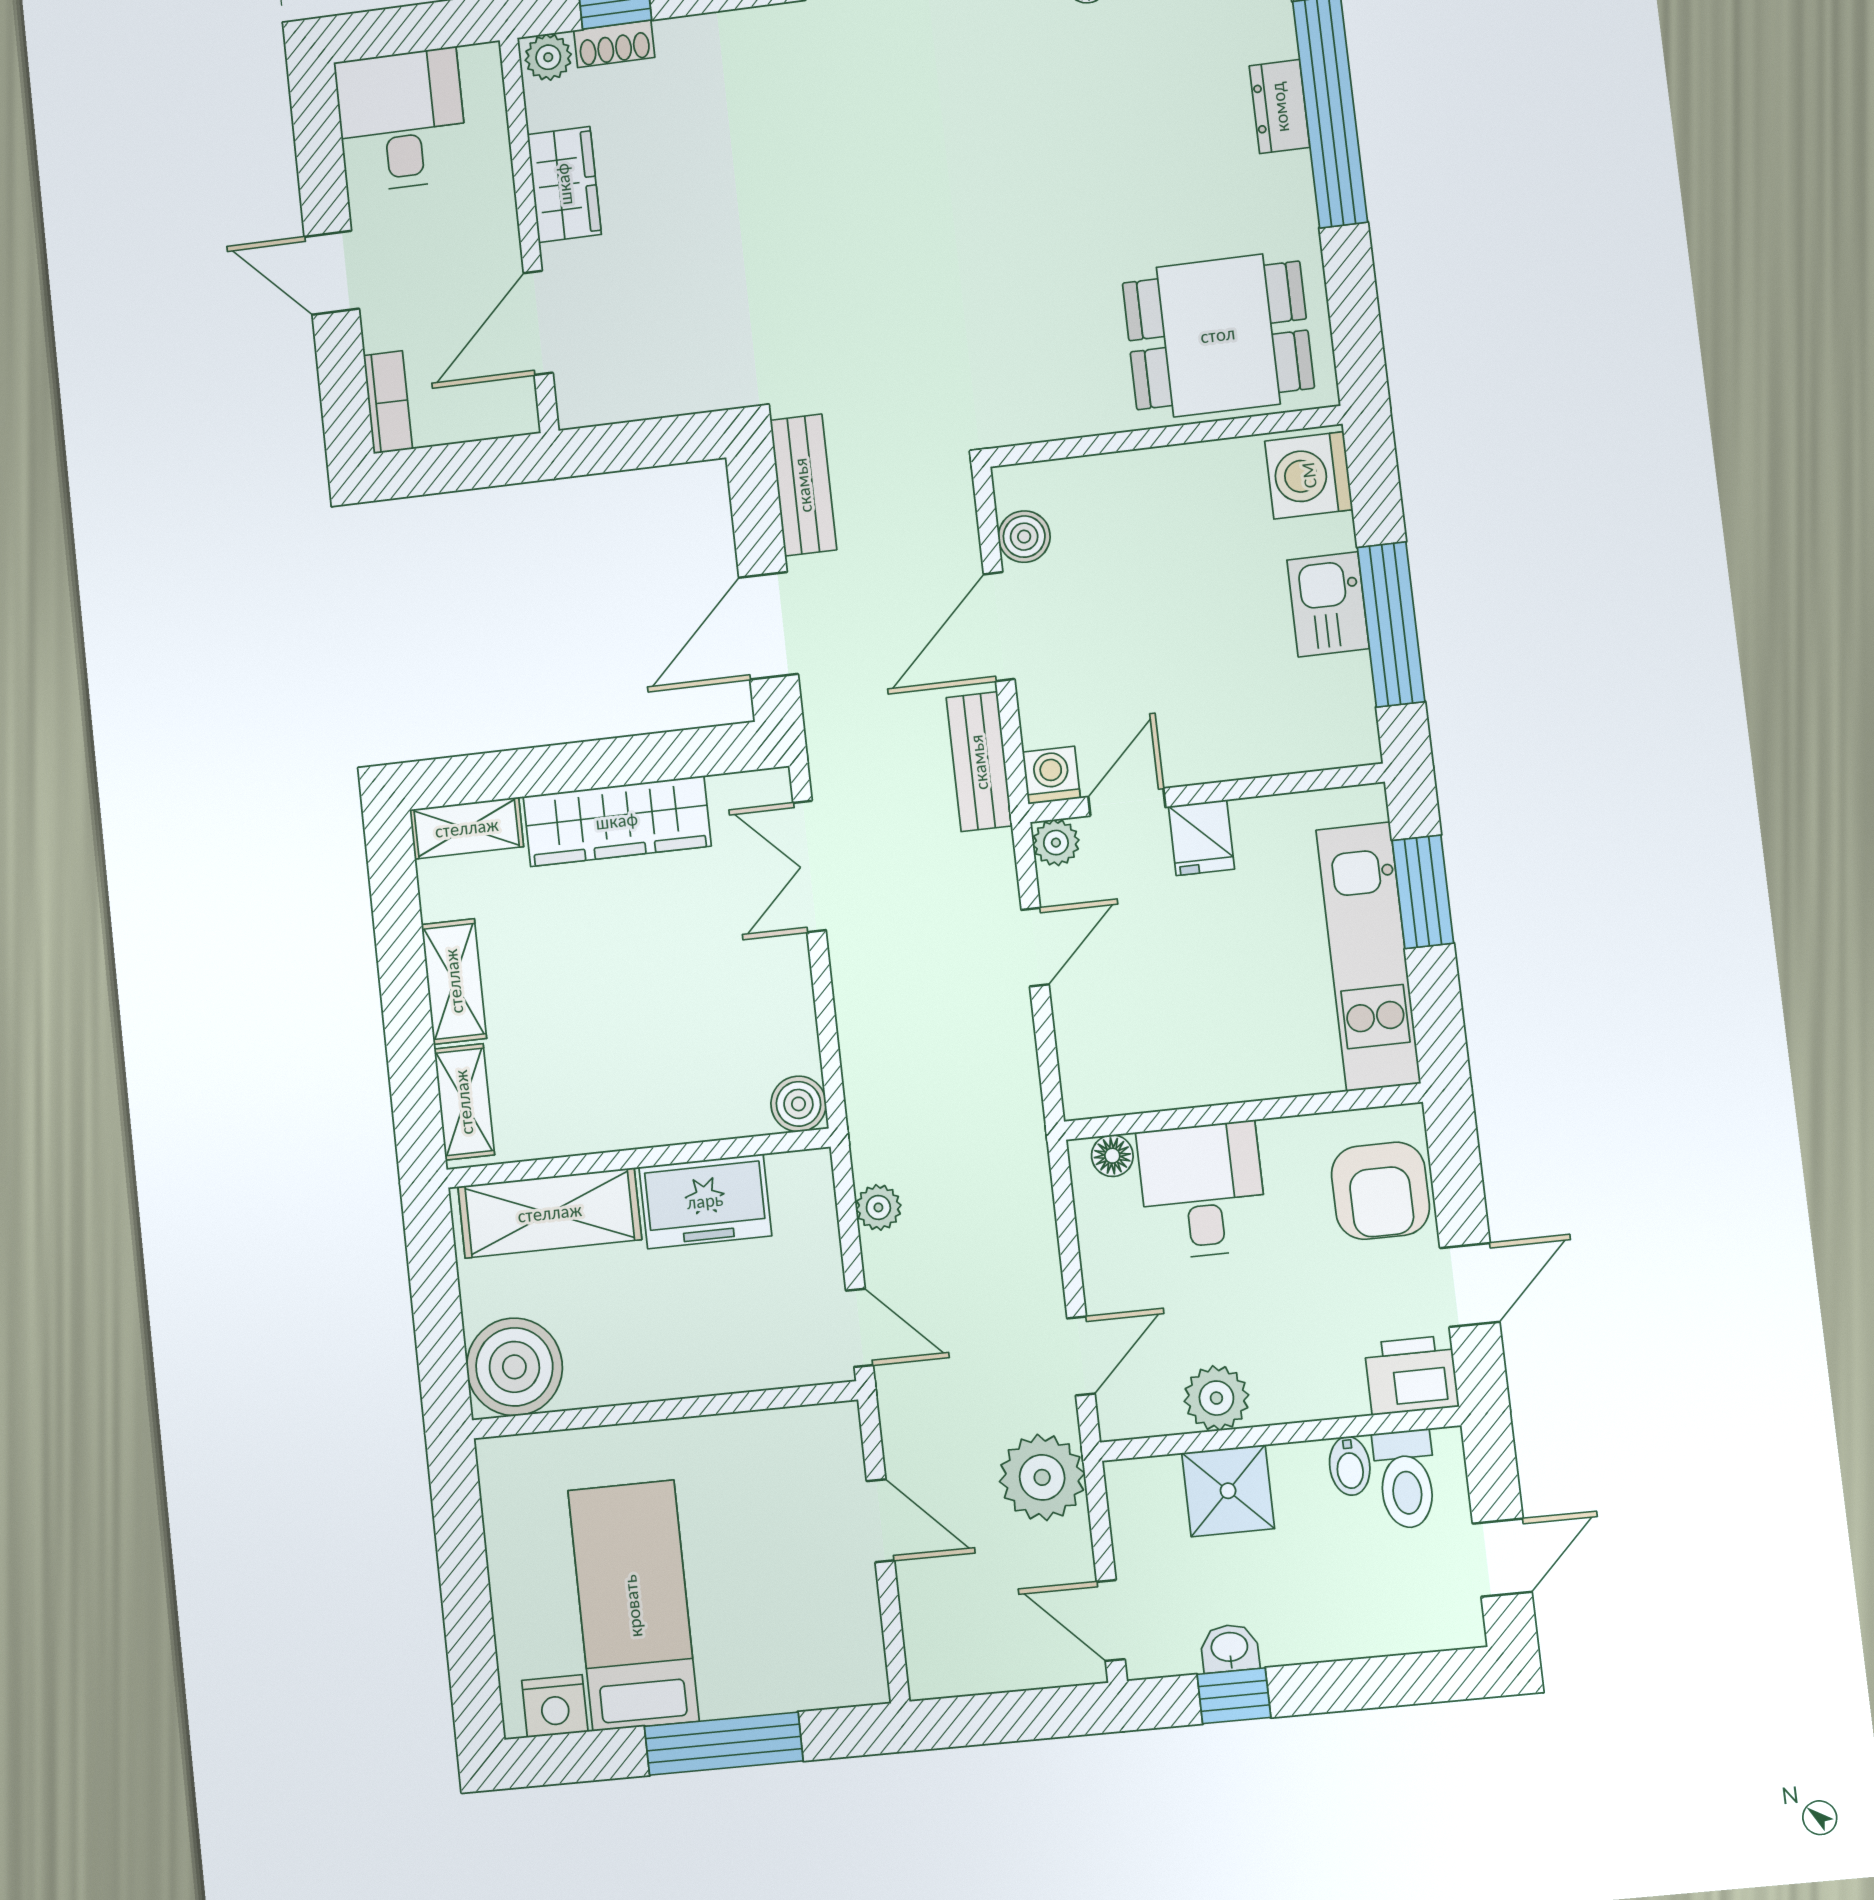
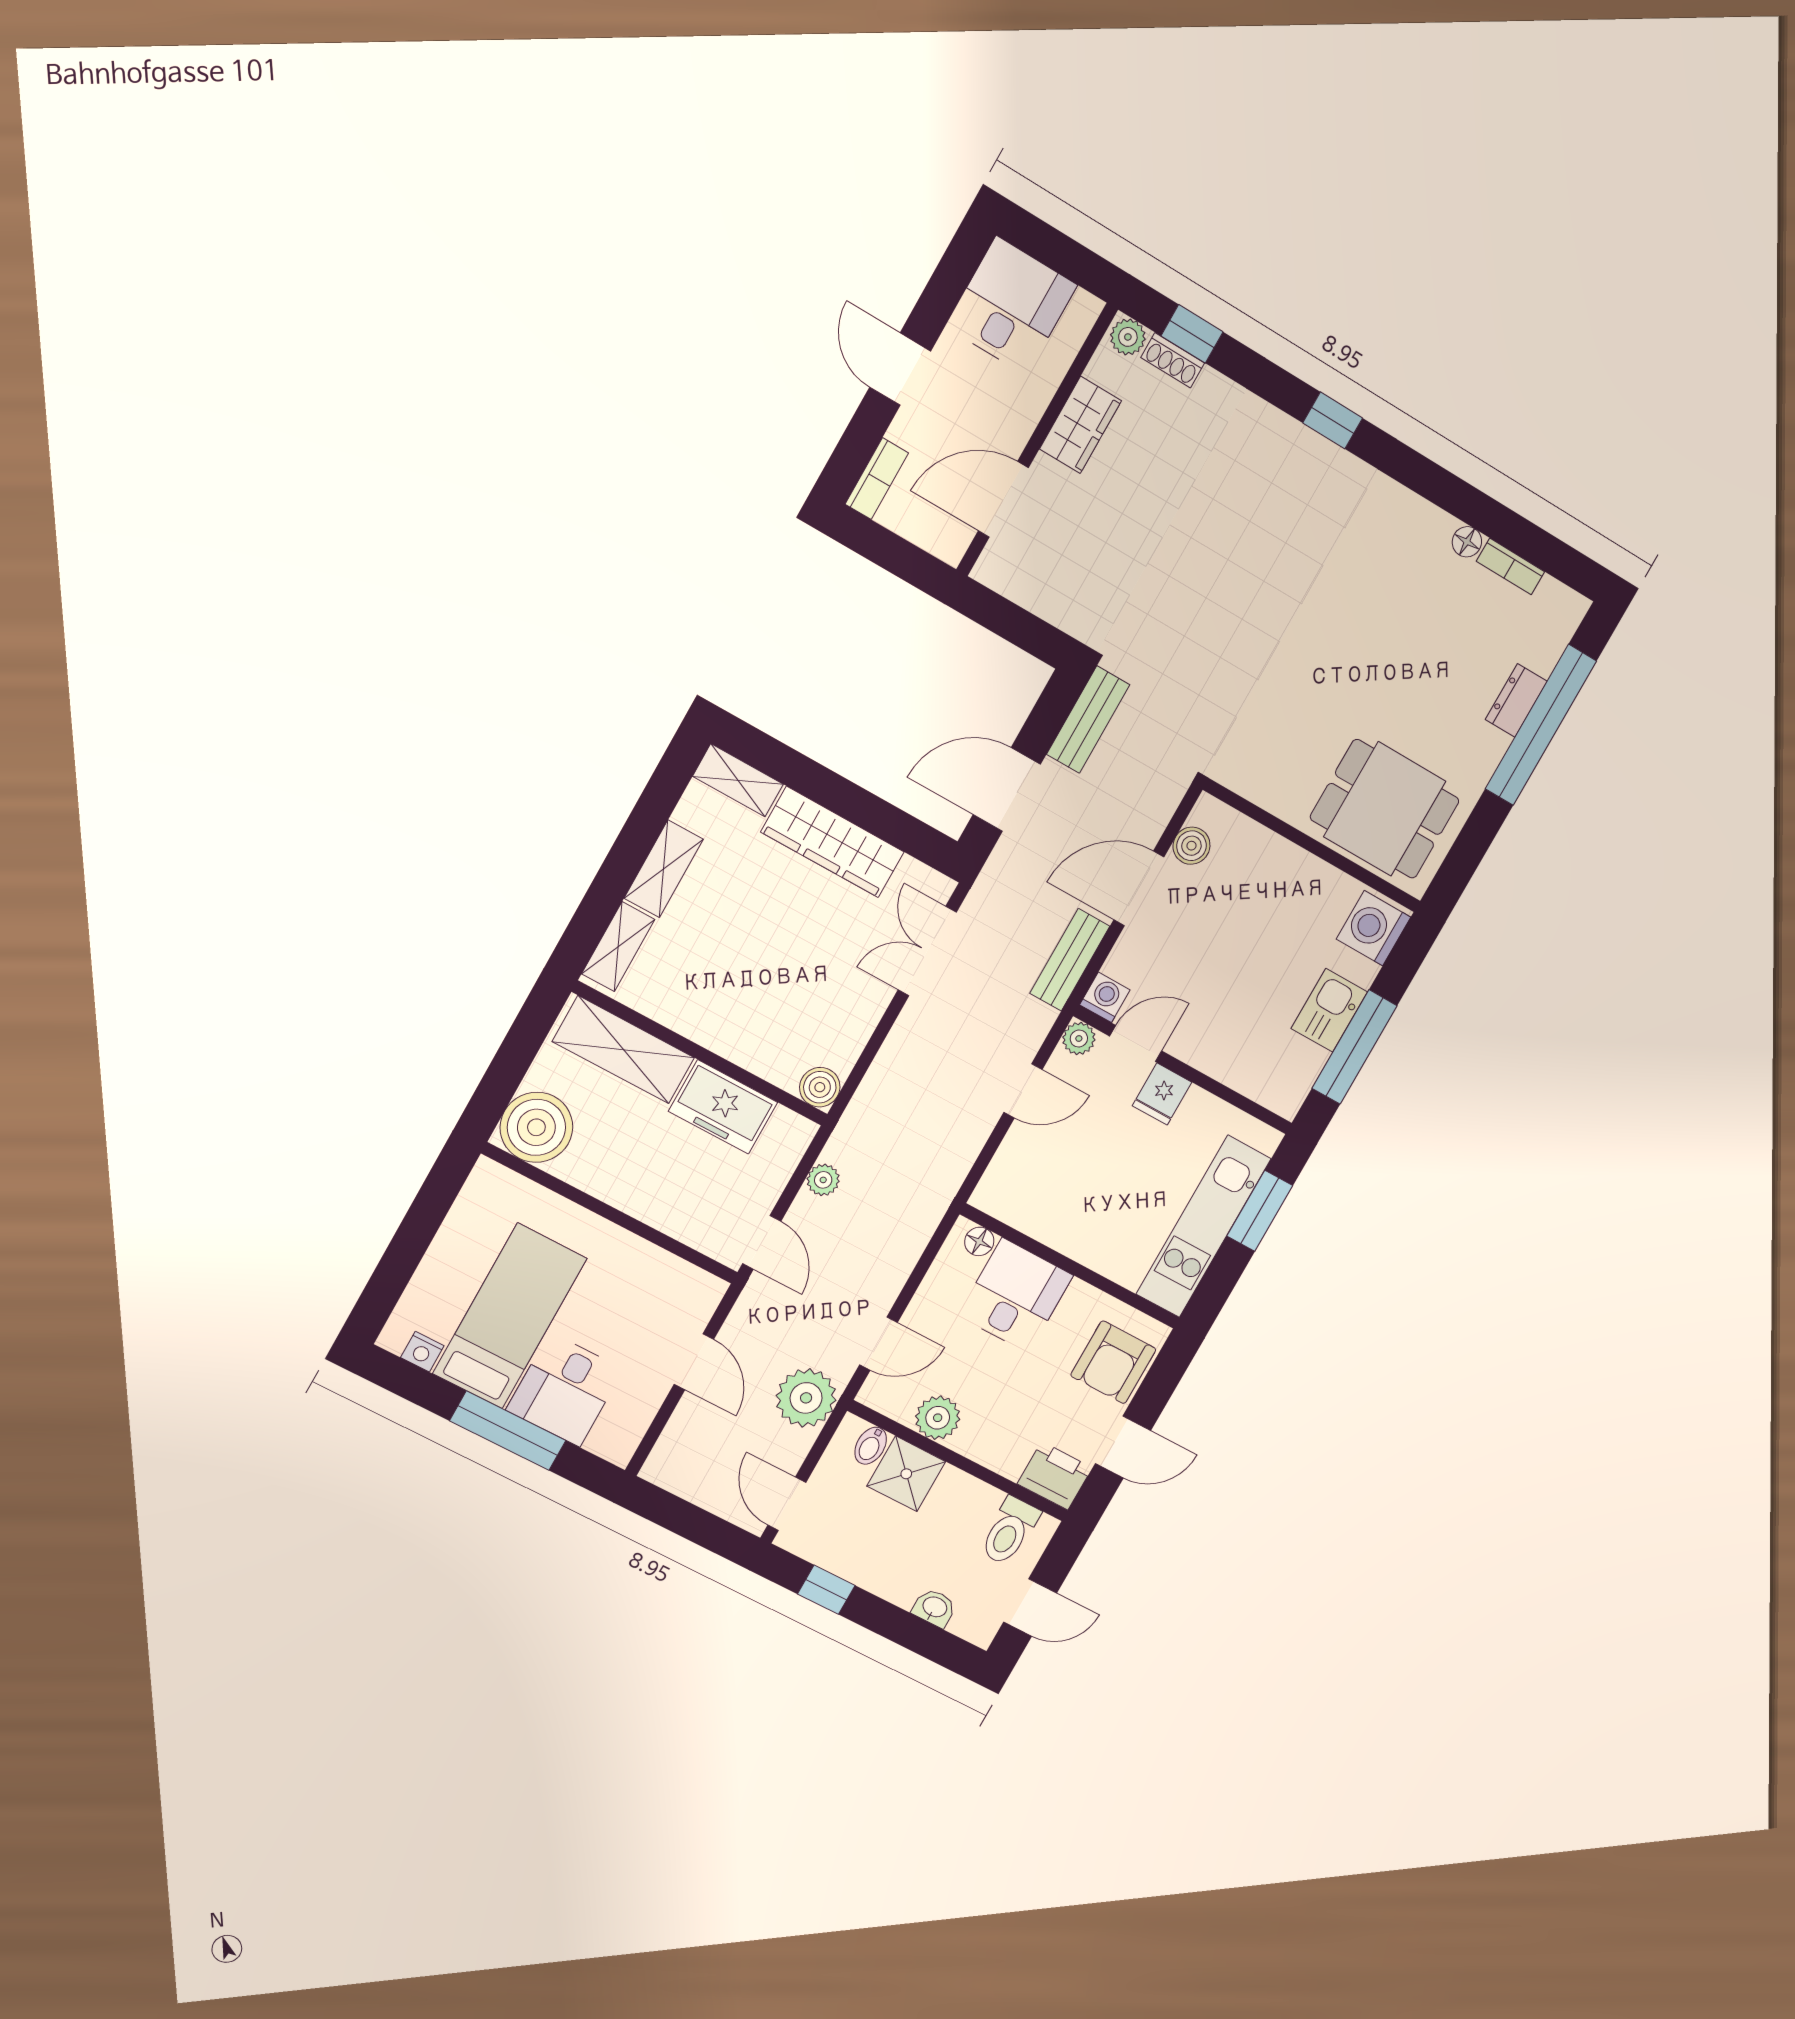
bidet: (1350, 1466) -> (871, 1446), moved
washbasin: (1230, 1648) -> (934, 1608), moved
desk: (755, 1652) -> (565, 1390), added
nightstand: (555, 1706) -> (422, 1352), width x0.72, depth x0.74

